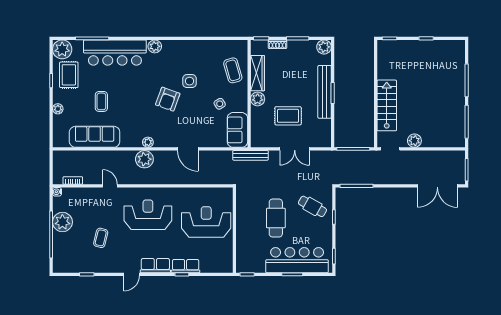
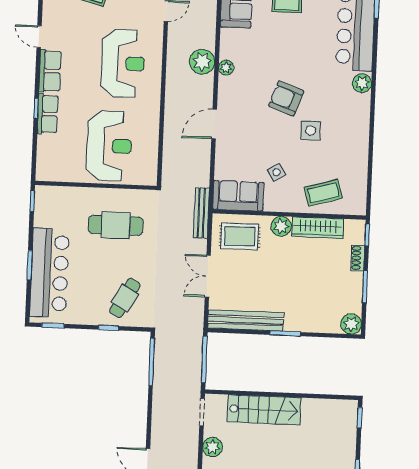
bench: (325, 92) -> (246, 320), moved
rug: (288, 116) -> (240, 236), moved, turned 90
cafe table: (276, 218) -> (116, 225), moved

